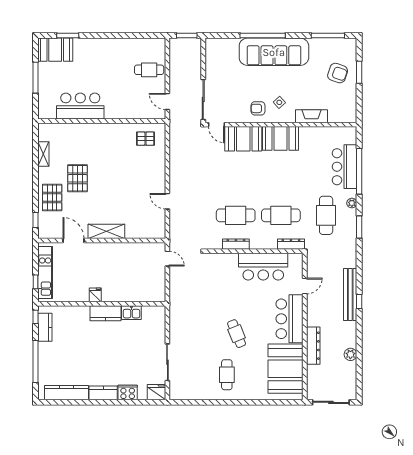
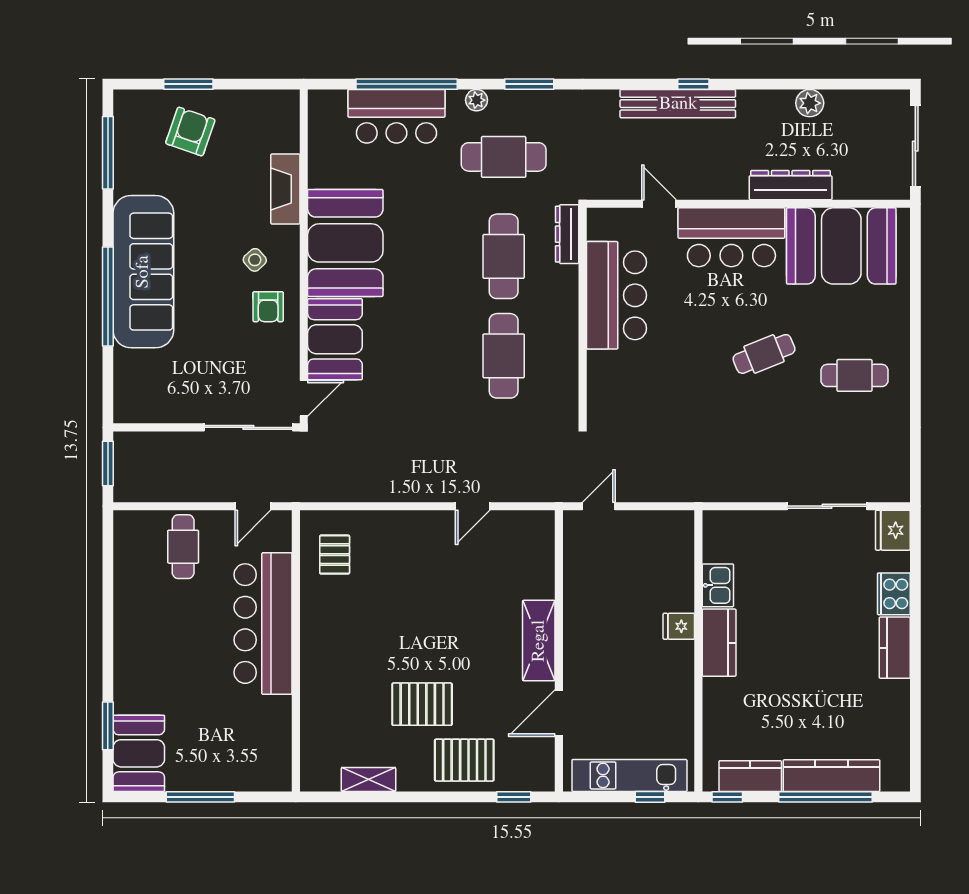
bar counter: (80, 106) -> (263, 624), moved, width x1.36
booth: (281, 138) -> (345, 243), width x1.36, depth x1.42
dresser: (236, 244) -> (567, 355), removed
fridge: (95, 295) -> (679, 626), moved
kitchen counter: (66, 393) -> (832, 776), moved, turned 90

